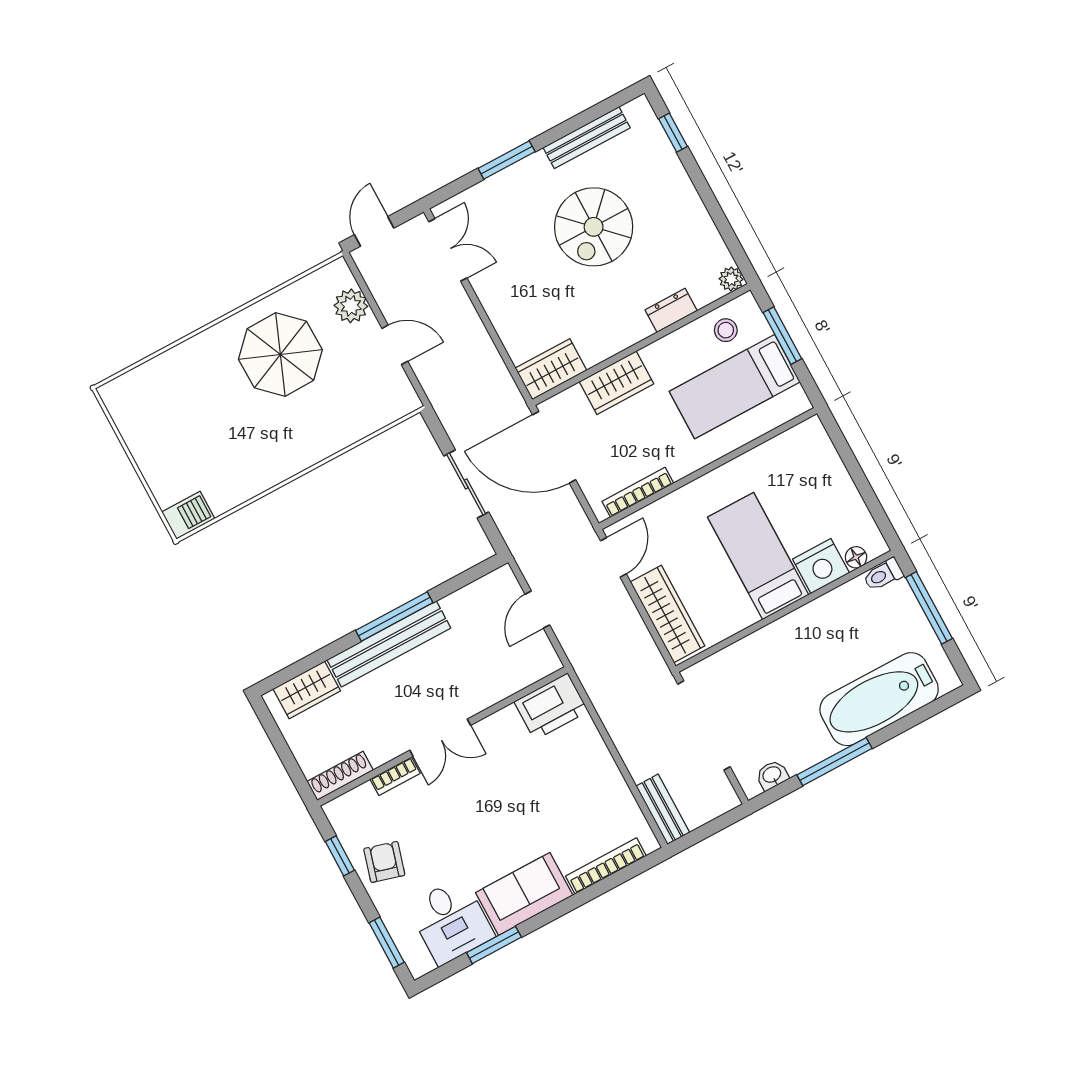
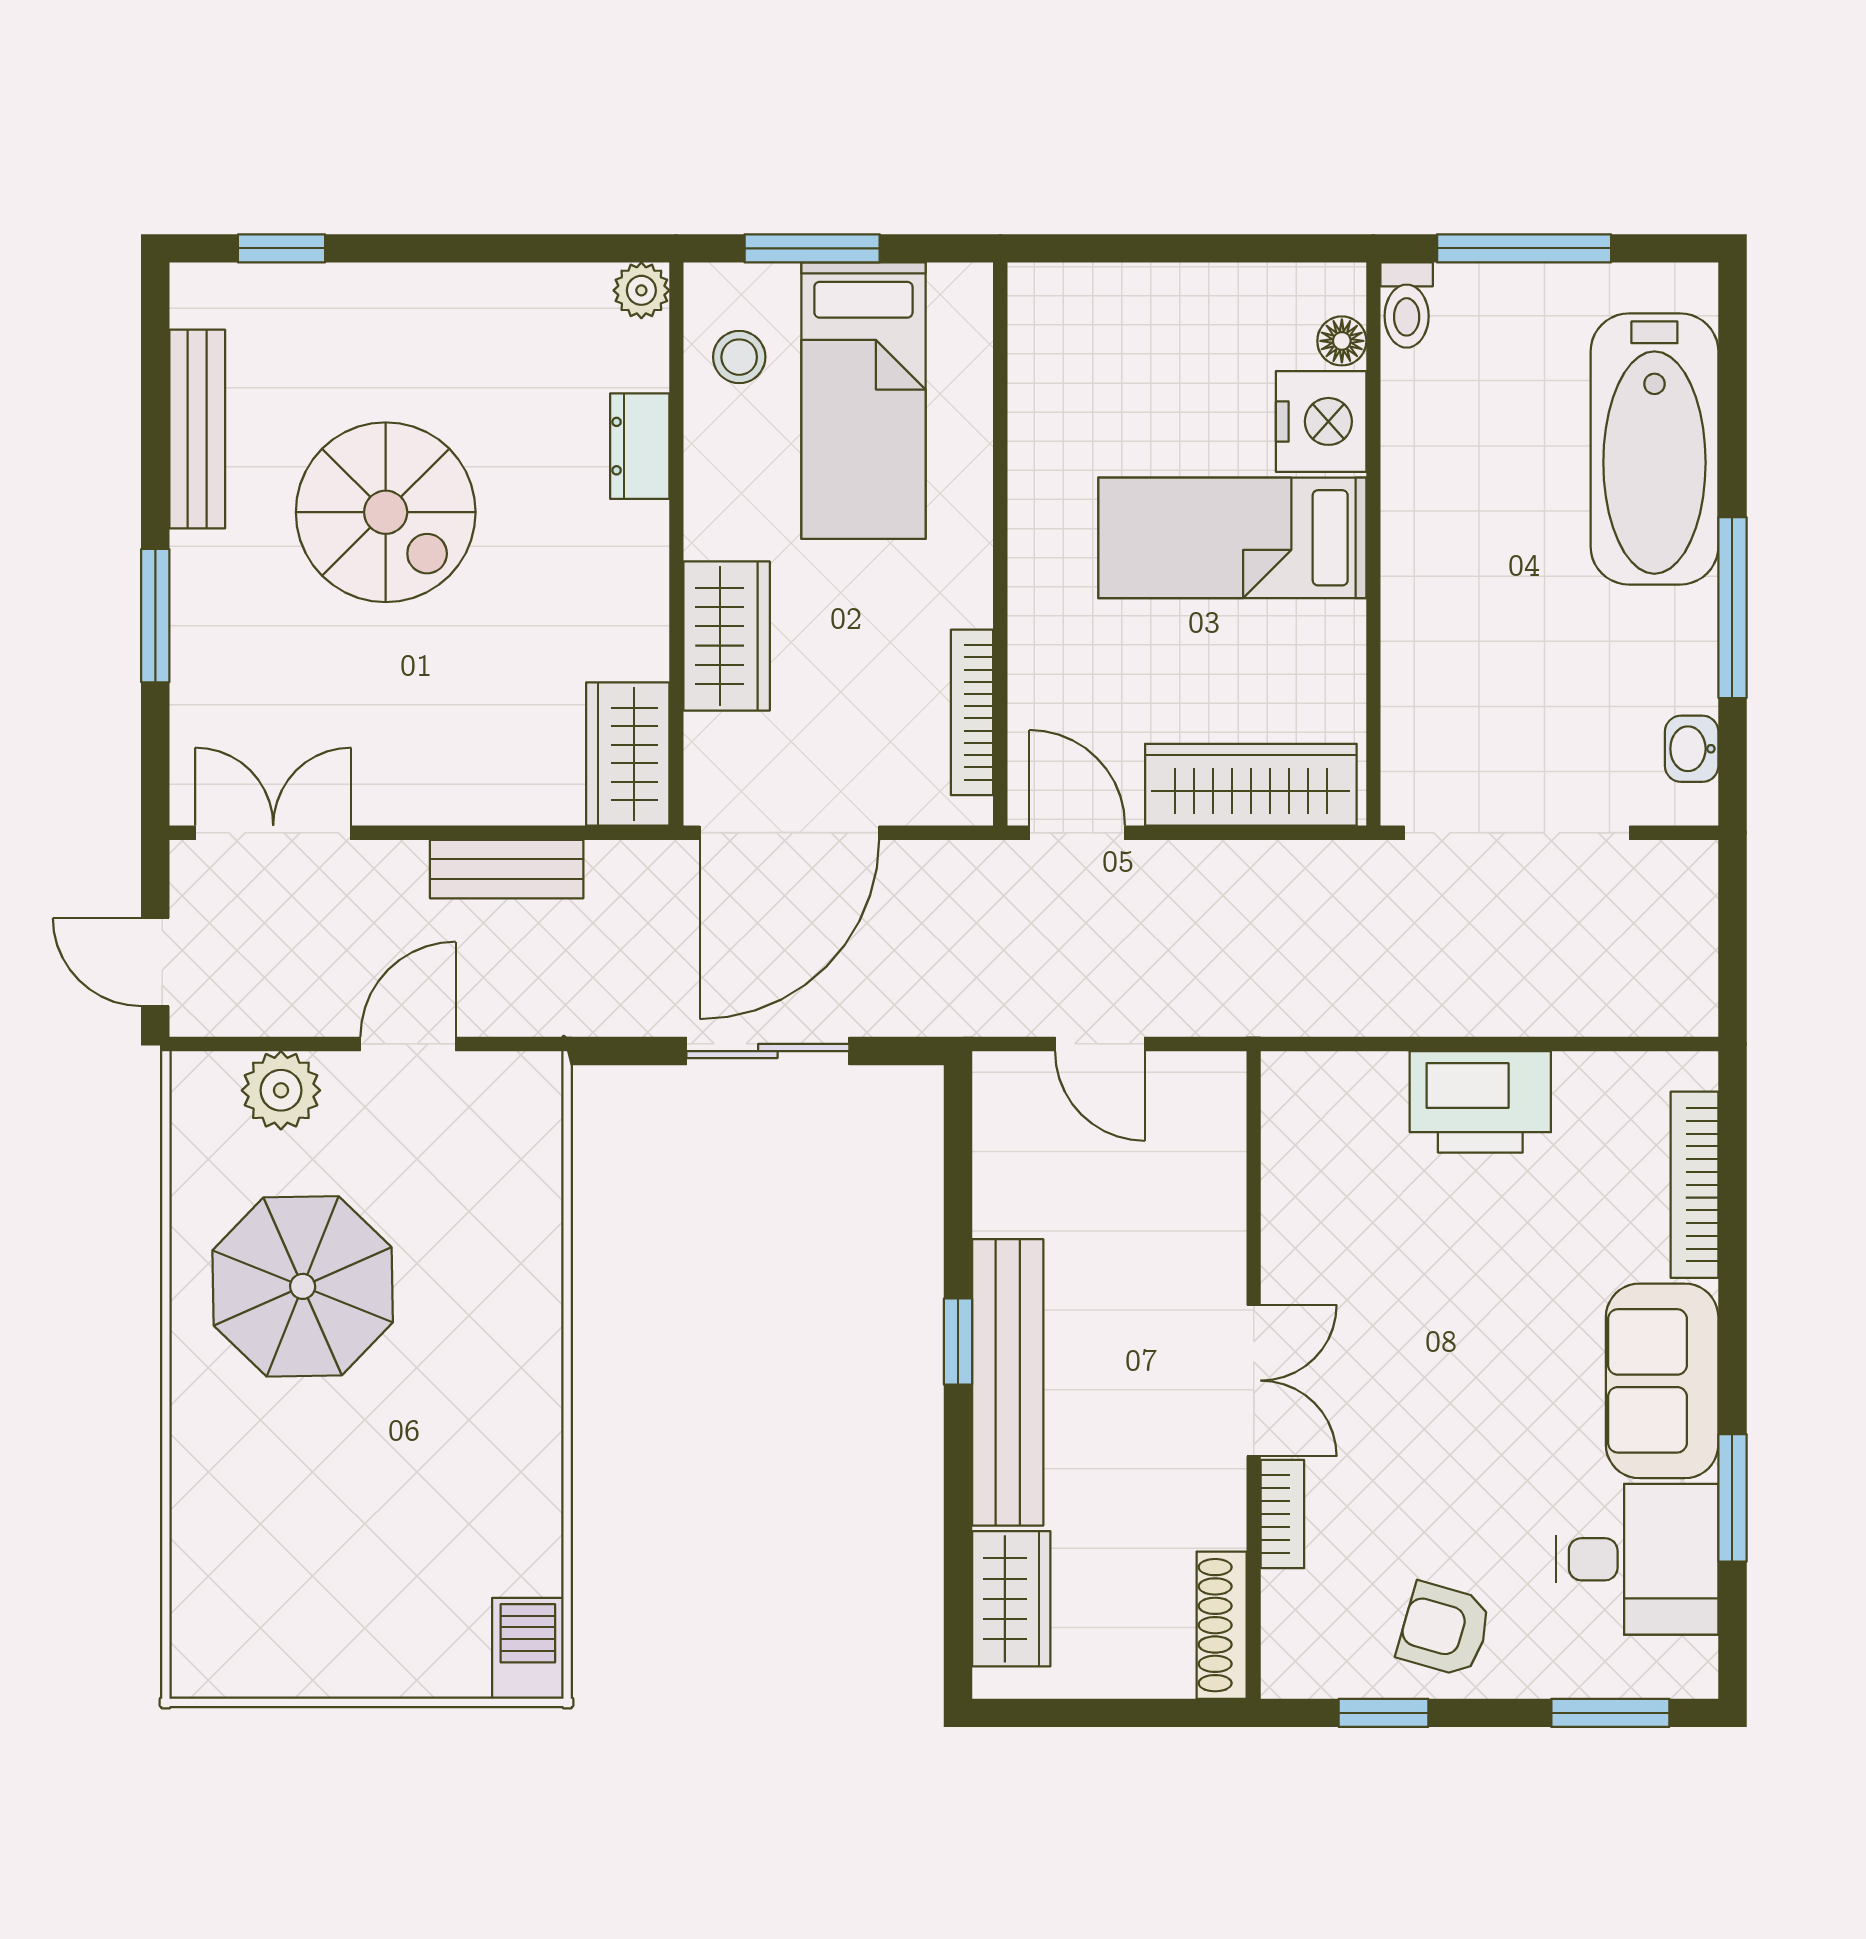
window: (394, 617) -> (958, 1342), width x0.46
printer: (551, 706) -> (1480, 1102), moved, turned 90
bench: (663, 809) -> (507, 869), moved

